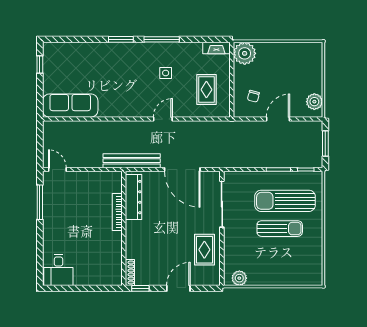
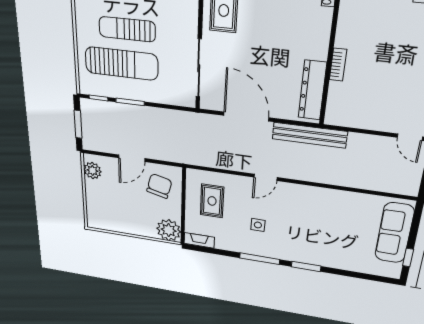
chair: (253, 96) -> (159, 186), width x1.87, depth x1.87
sofa: (70, 106) -> (394, 233), moved, turned 90
bookcase: (117, 212) -> (338, 65), width x0.64

